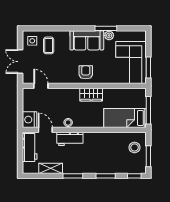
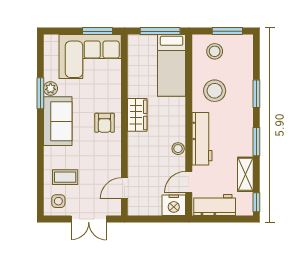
armchair: (86, 72) -> (105, 123), turned -90
workbench: (70, 139) -> (202, 139), width x1.38
stool: (108, 147) -> (215, 91), added
window: (134, 176) -> (256, 202), moved

